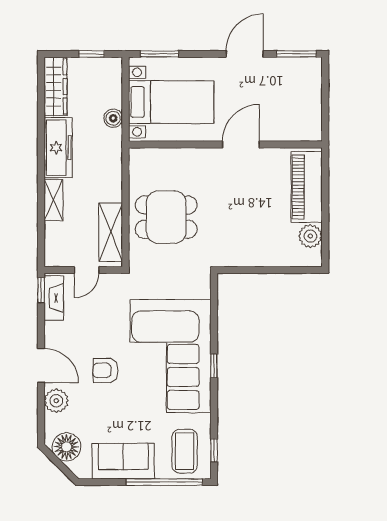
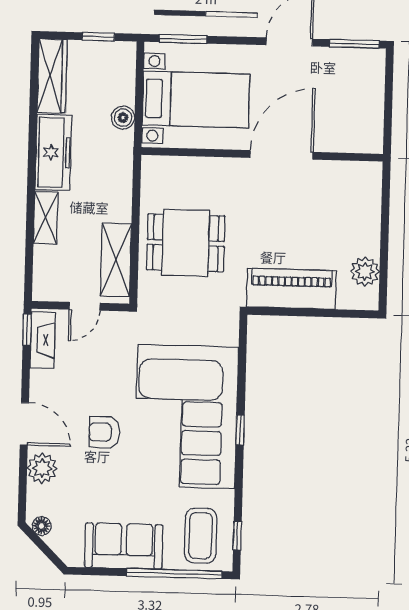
door: (241, 144) -> (282, 155), width x1.36
piano: (307, 187) -> (291, 289), moved, turned 90
floor lamp: (66, 447) -> (42, 526), width x0.53, depth x0.53

